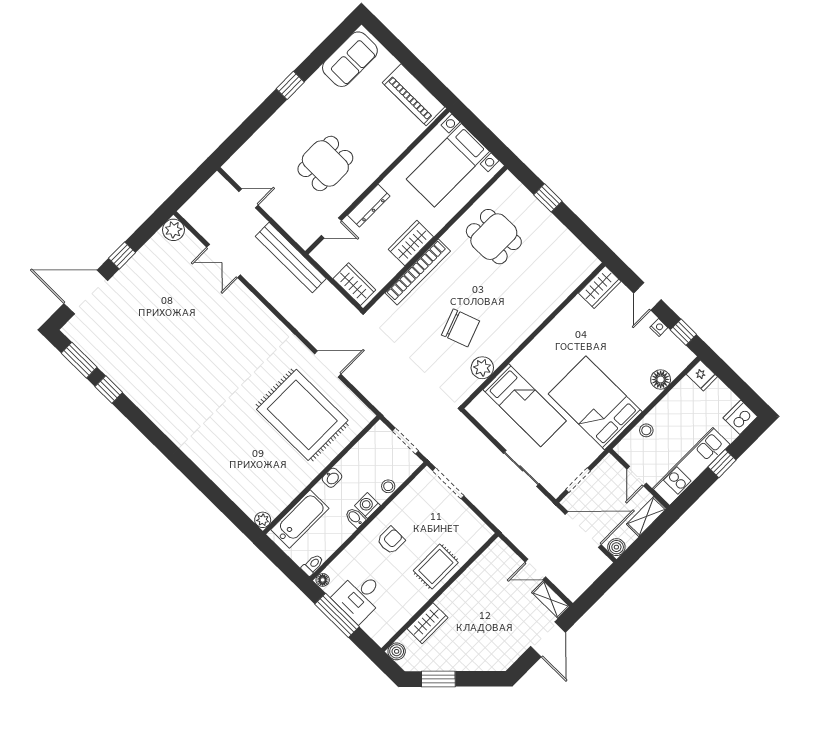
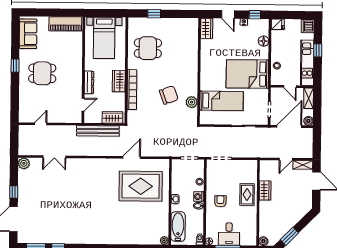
dining table: (325, 163) -> (42, 73), moved, turned 90
bench: (291, 258) -> (98, 131), moved
wardrobe: (428, 623) -> (265, 190), moved

